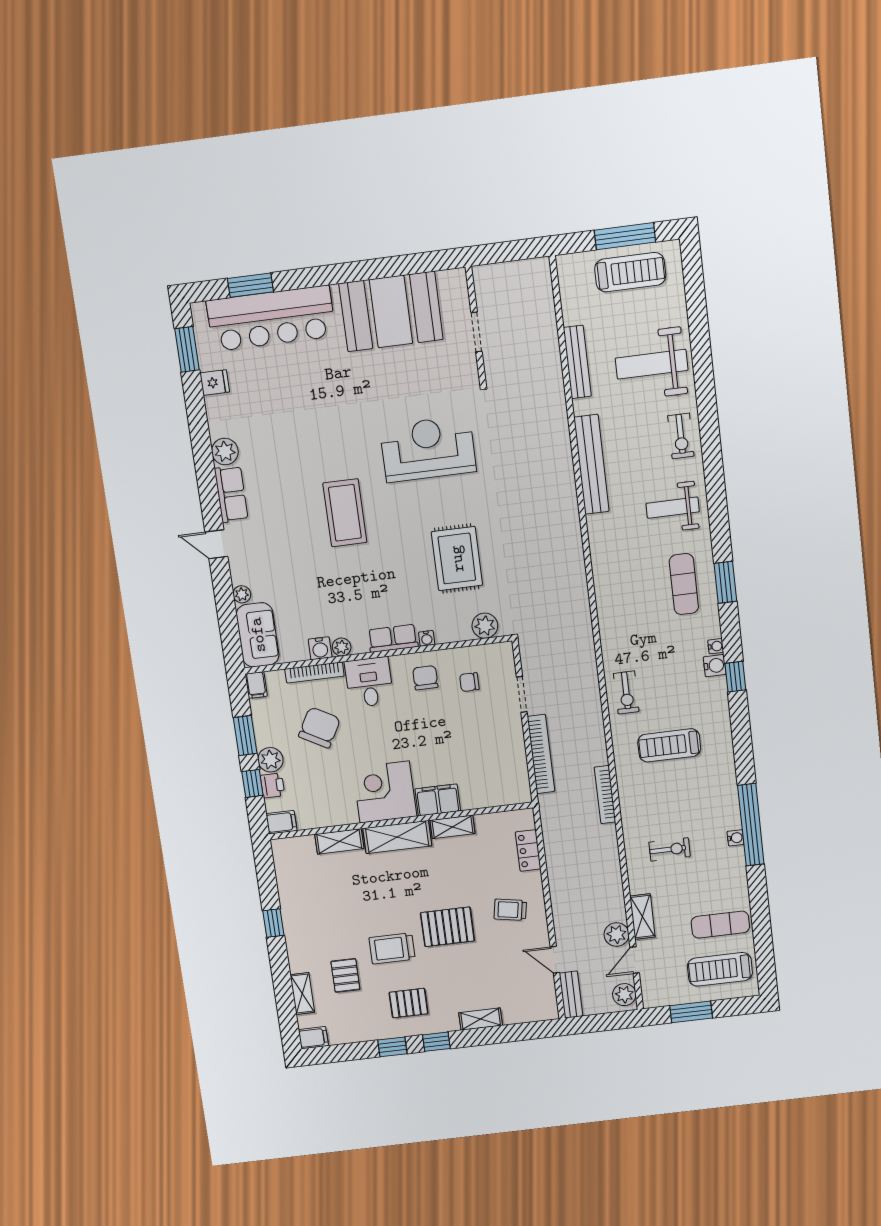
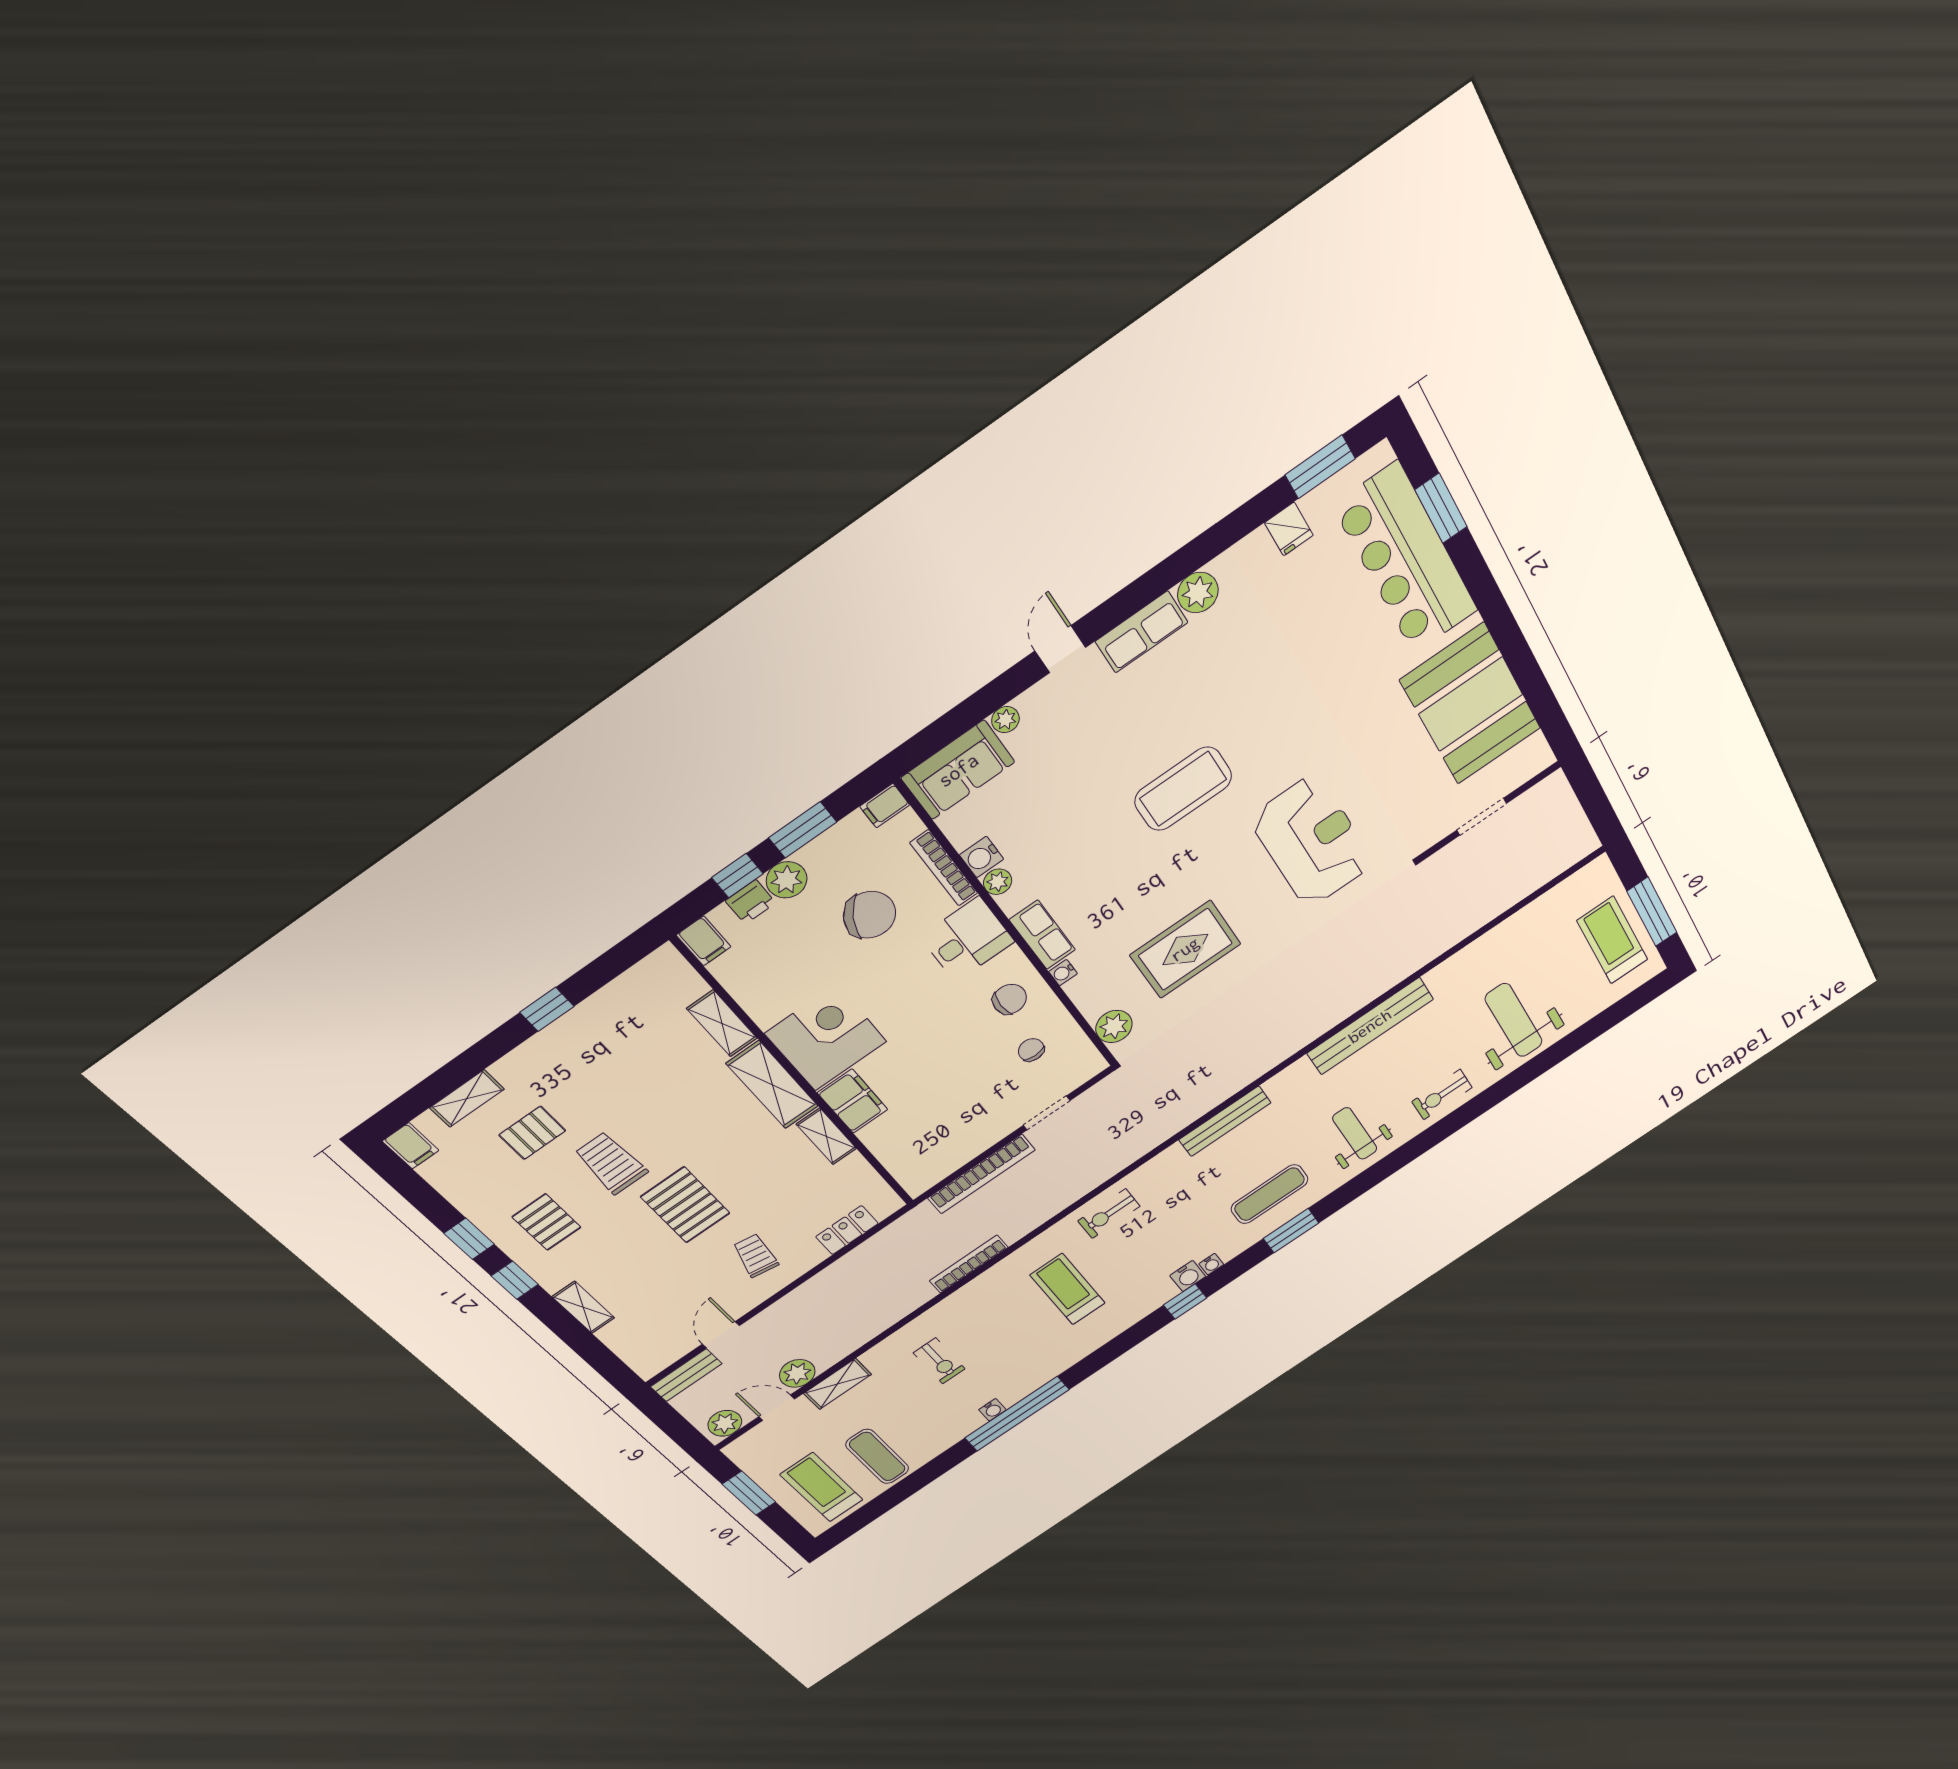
treadmill: (630, 272) -> (1612, 940), turned 180
bench: (577, 362) -> (1225, 1121), moved

